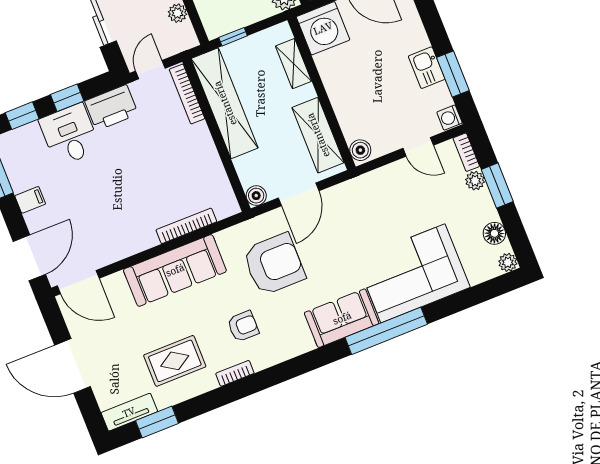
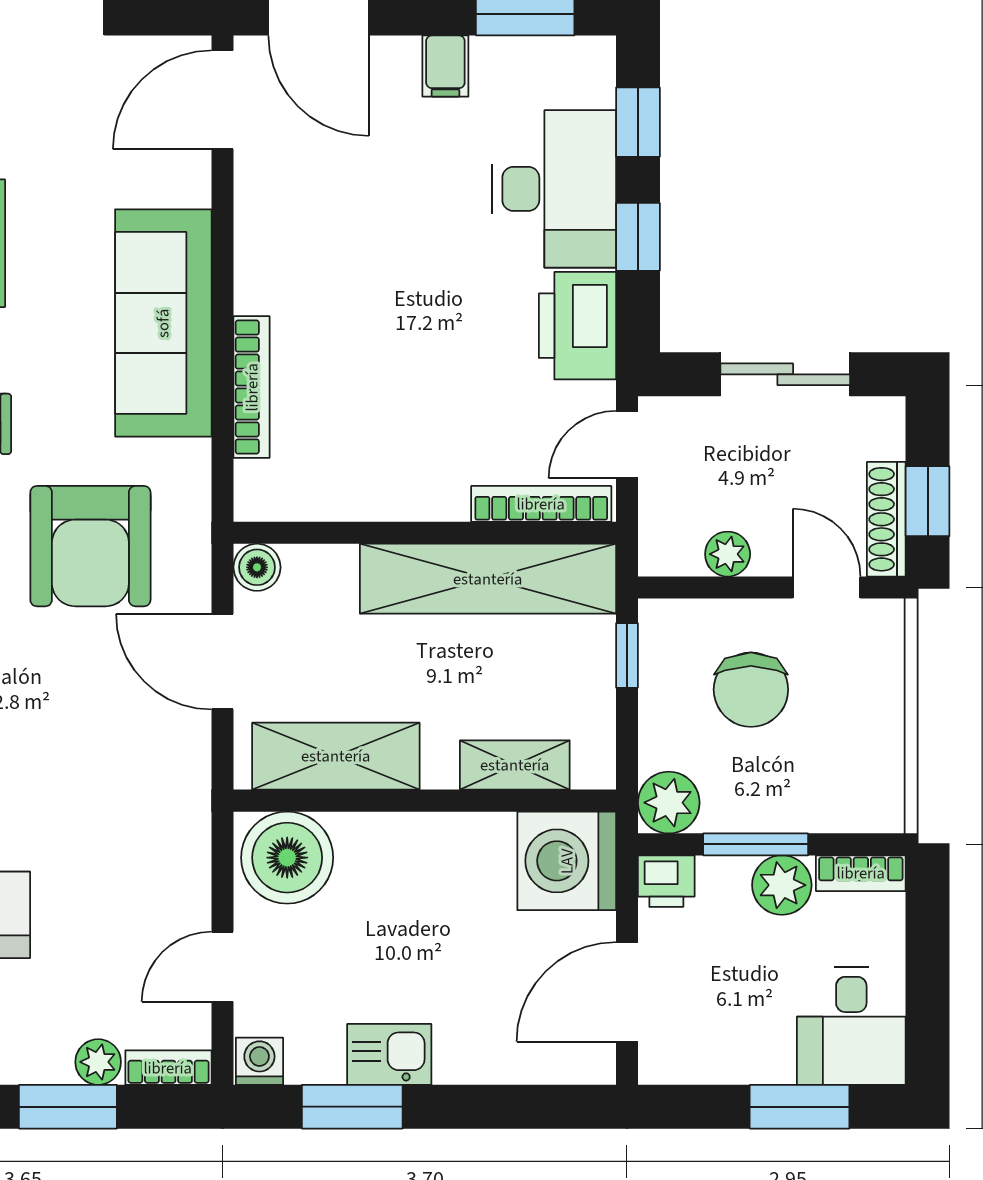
door: (150, 70) -> (627, 445), swing flipped
desk: (70, 135) -> (554, 189), width x1.37
boiler: (360, 150) -> (287, 858), width x1.86, depth x1.86

